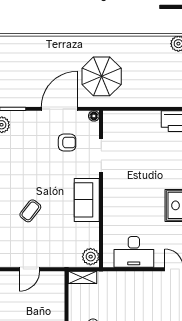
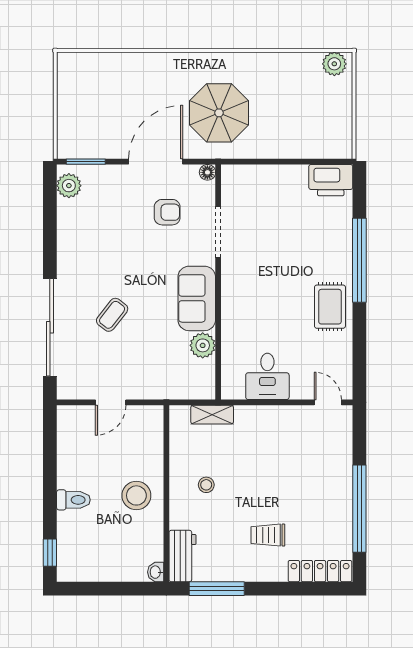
desk: (134, 252) -> (267, 376), width x0.73
plant: (91, 257) -> (203, 345), moved
shelving: (82, 277) -> (212, 415), moved

